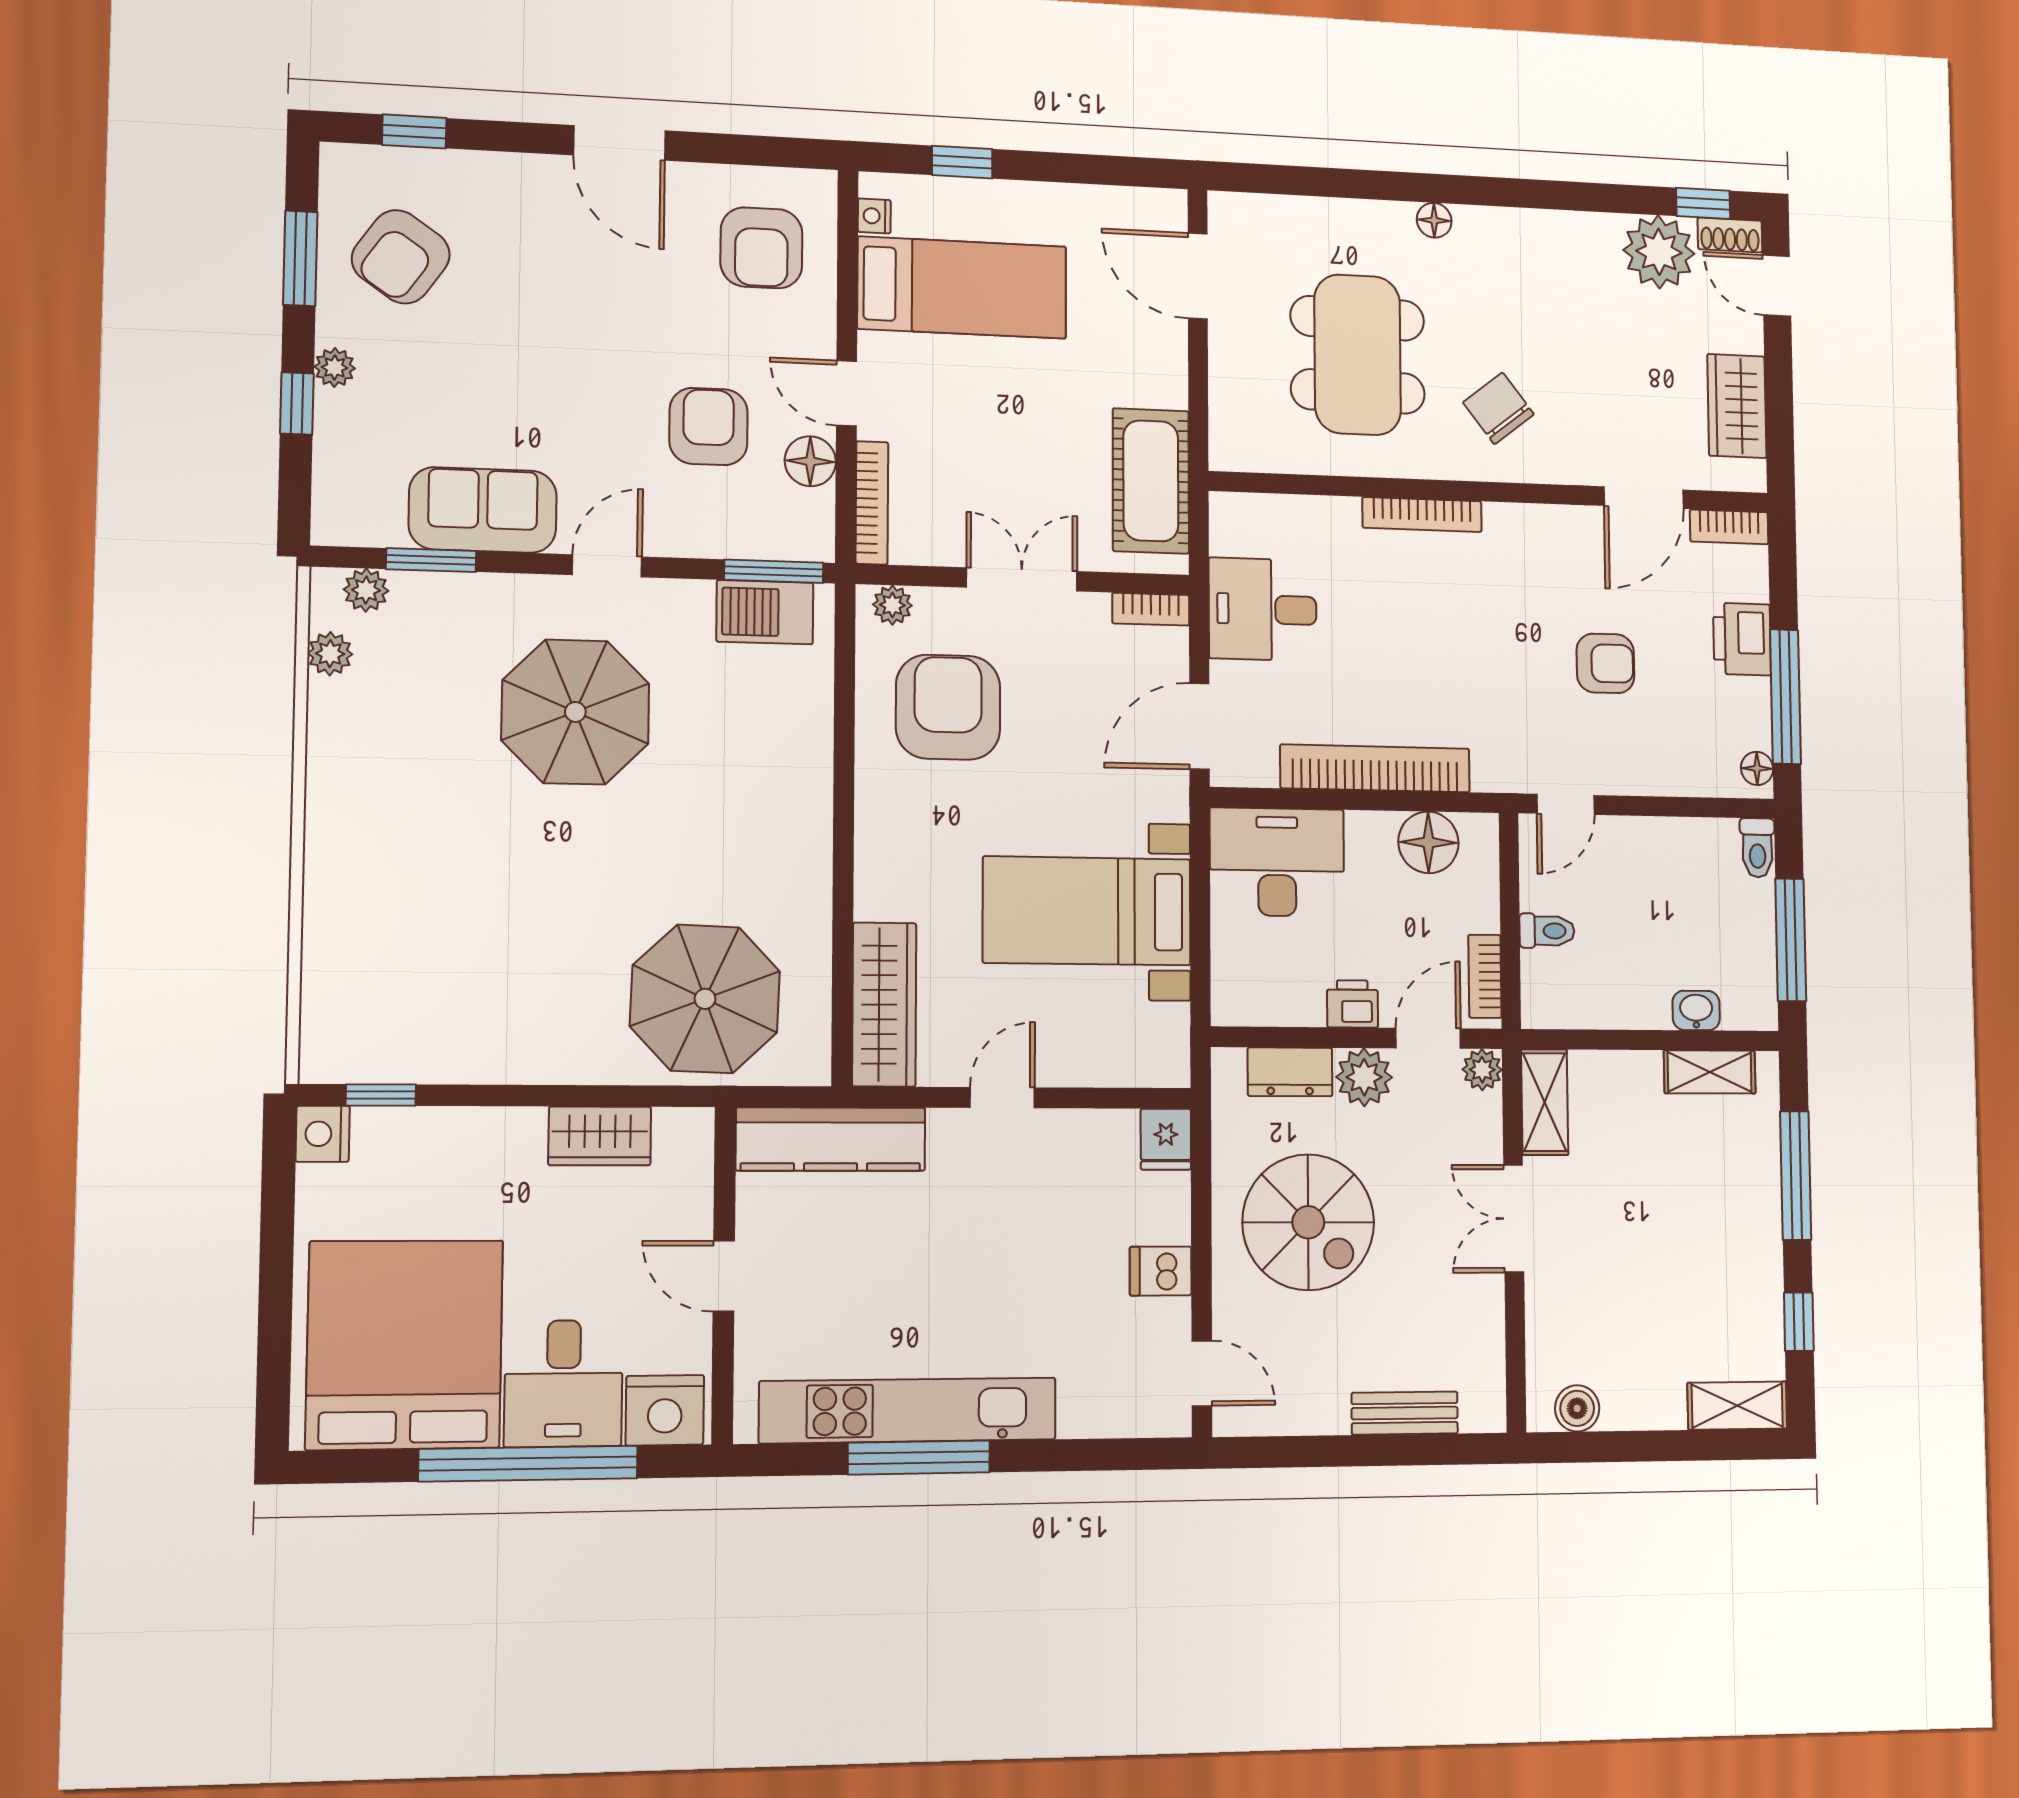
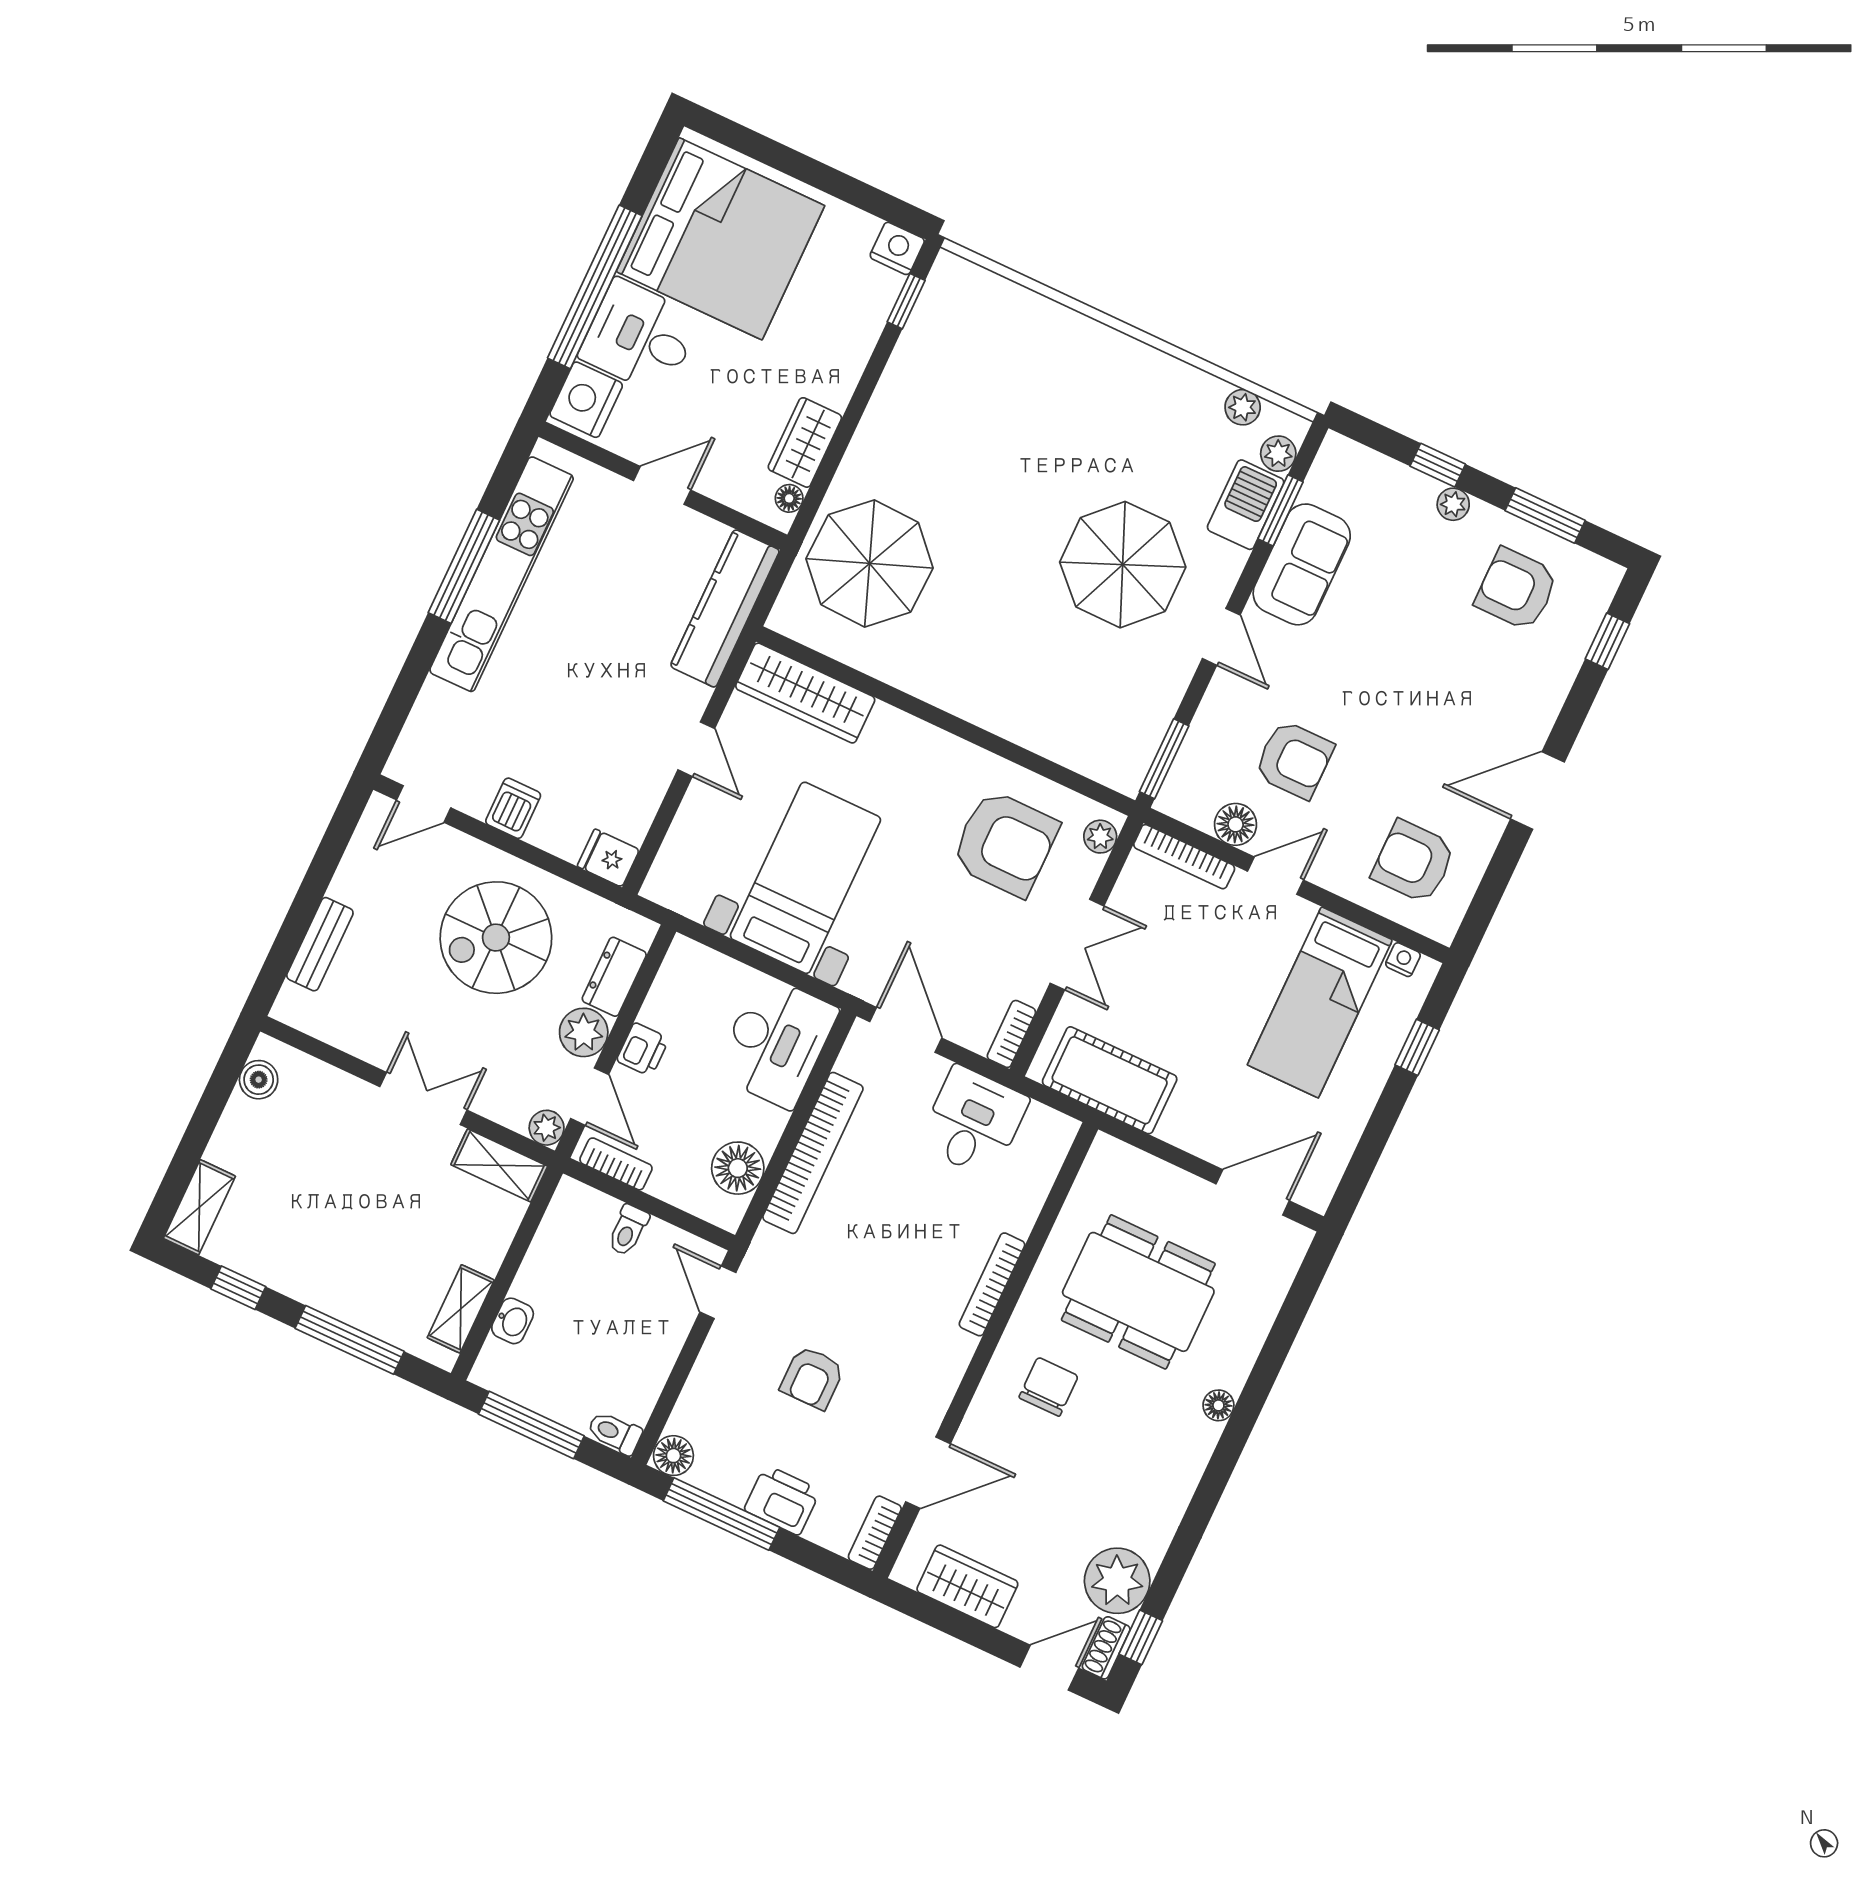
armchair: (401, 257) -> (1516, 589), turned -35
chair: (1498, 408) -> (1049, 1387), turned -52
door: (1644, 498) -> (928, 1473), swing flipped
barbecue: (765, 612) -> (1246, 505), moved
floor lamp: (1757, 768) -> (673, 1456), width x1.37, depth x1.37
floor lamp: (672, 1124) -> (789, 498), added

